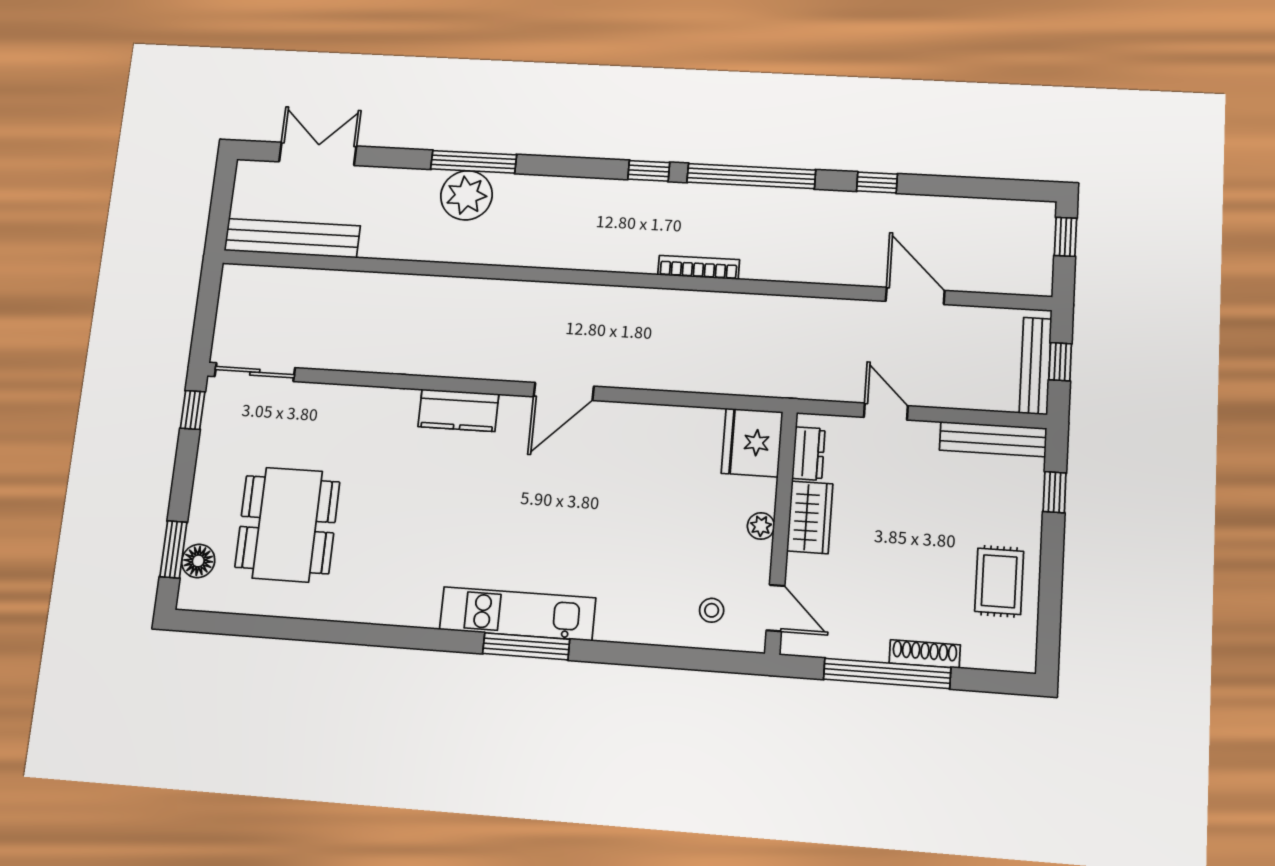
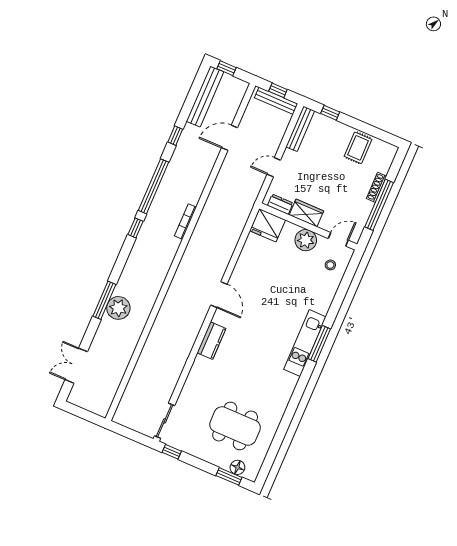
bench: (292, 238) -> (205, 97), moved
plant: (761, 526) -> (306, 240), width x1.88, depth x1.88
rug: (999, 581) -> (358, 148), turned 90

